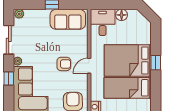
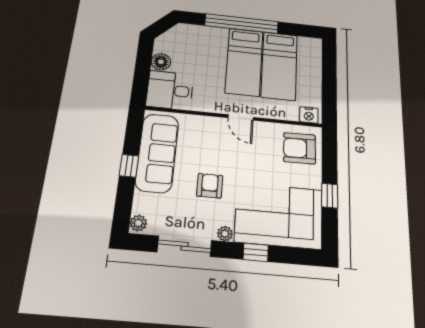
sofa: (68, 19) -> (157, 153), width x1.36
bed: (128, 61) -> (244, 62), width x0.67
window: (156, 63) -> (242, 24), width x3.17
armchair: (64, 64) -> (210, 186), moved

